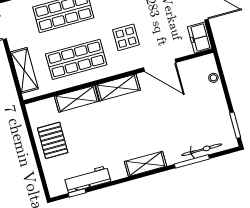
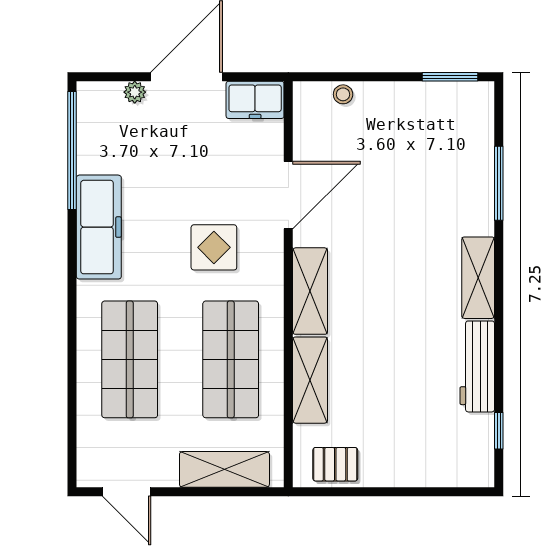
pallet: (53, 140) -> (335, 464), moved, width x0.67, depth x0.71
bicycle: (202, 150) -> (481, 157), removed
workbench: (88, 179) -> (477, 366), moved

